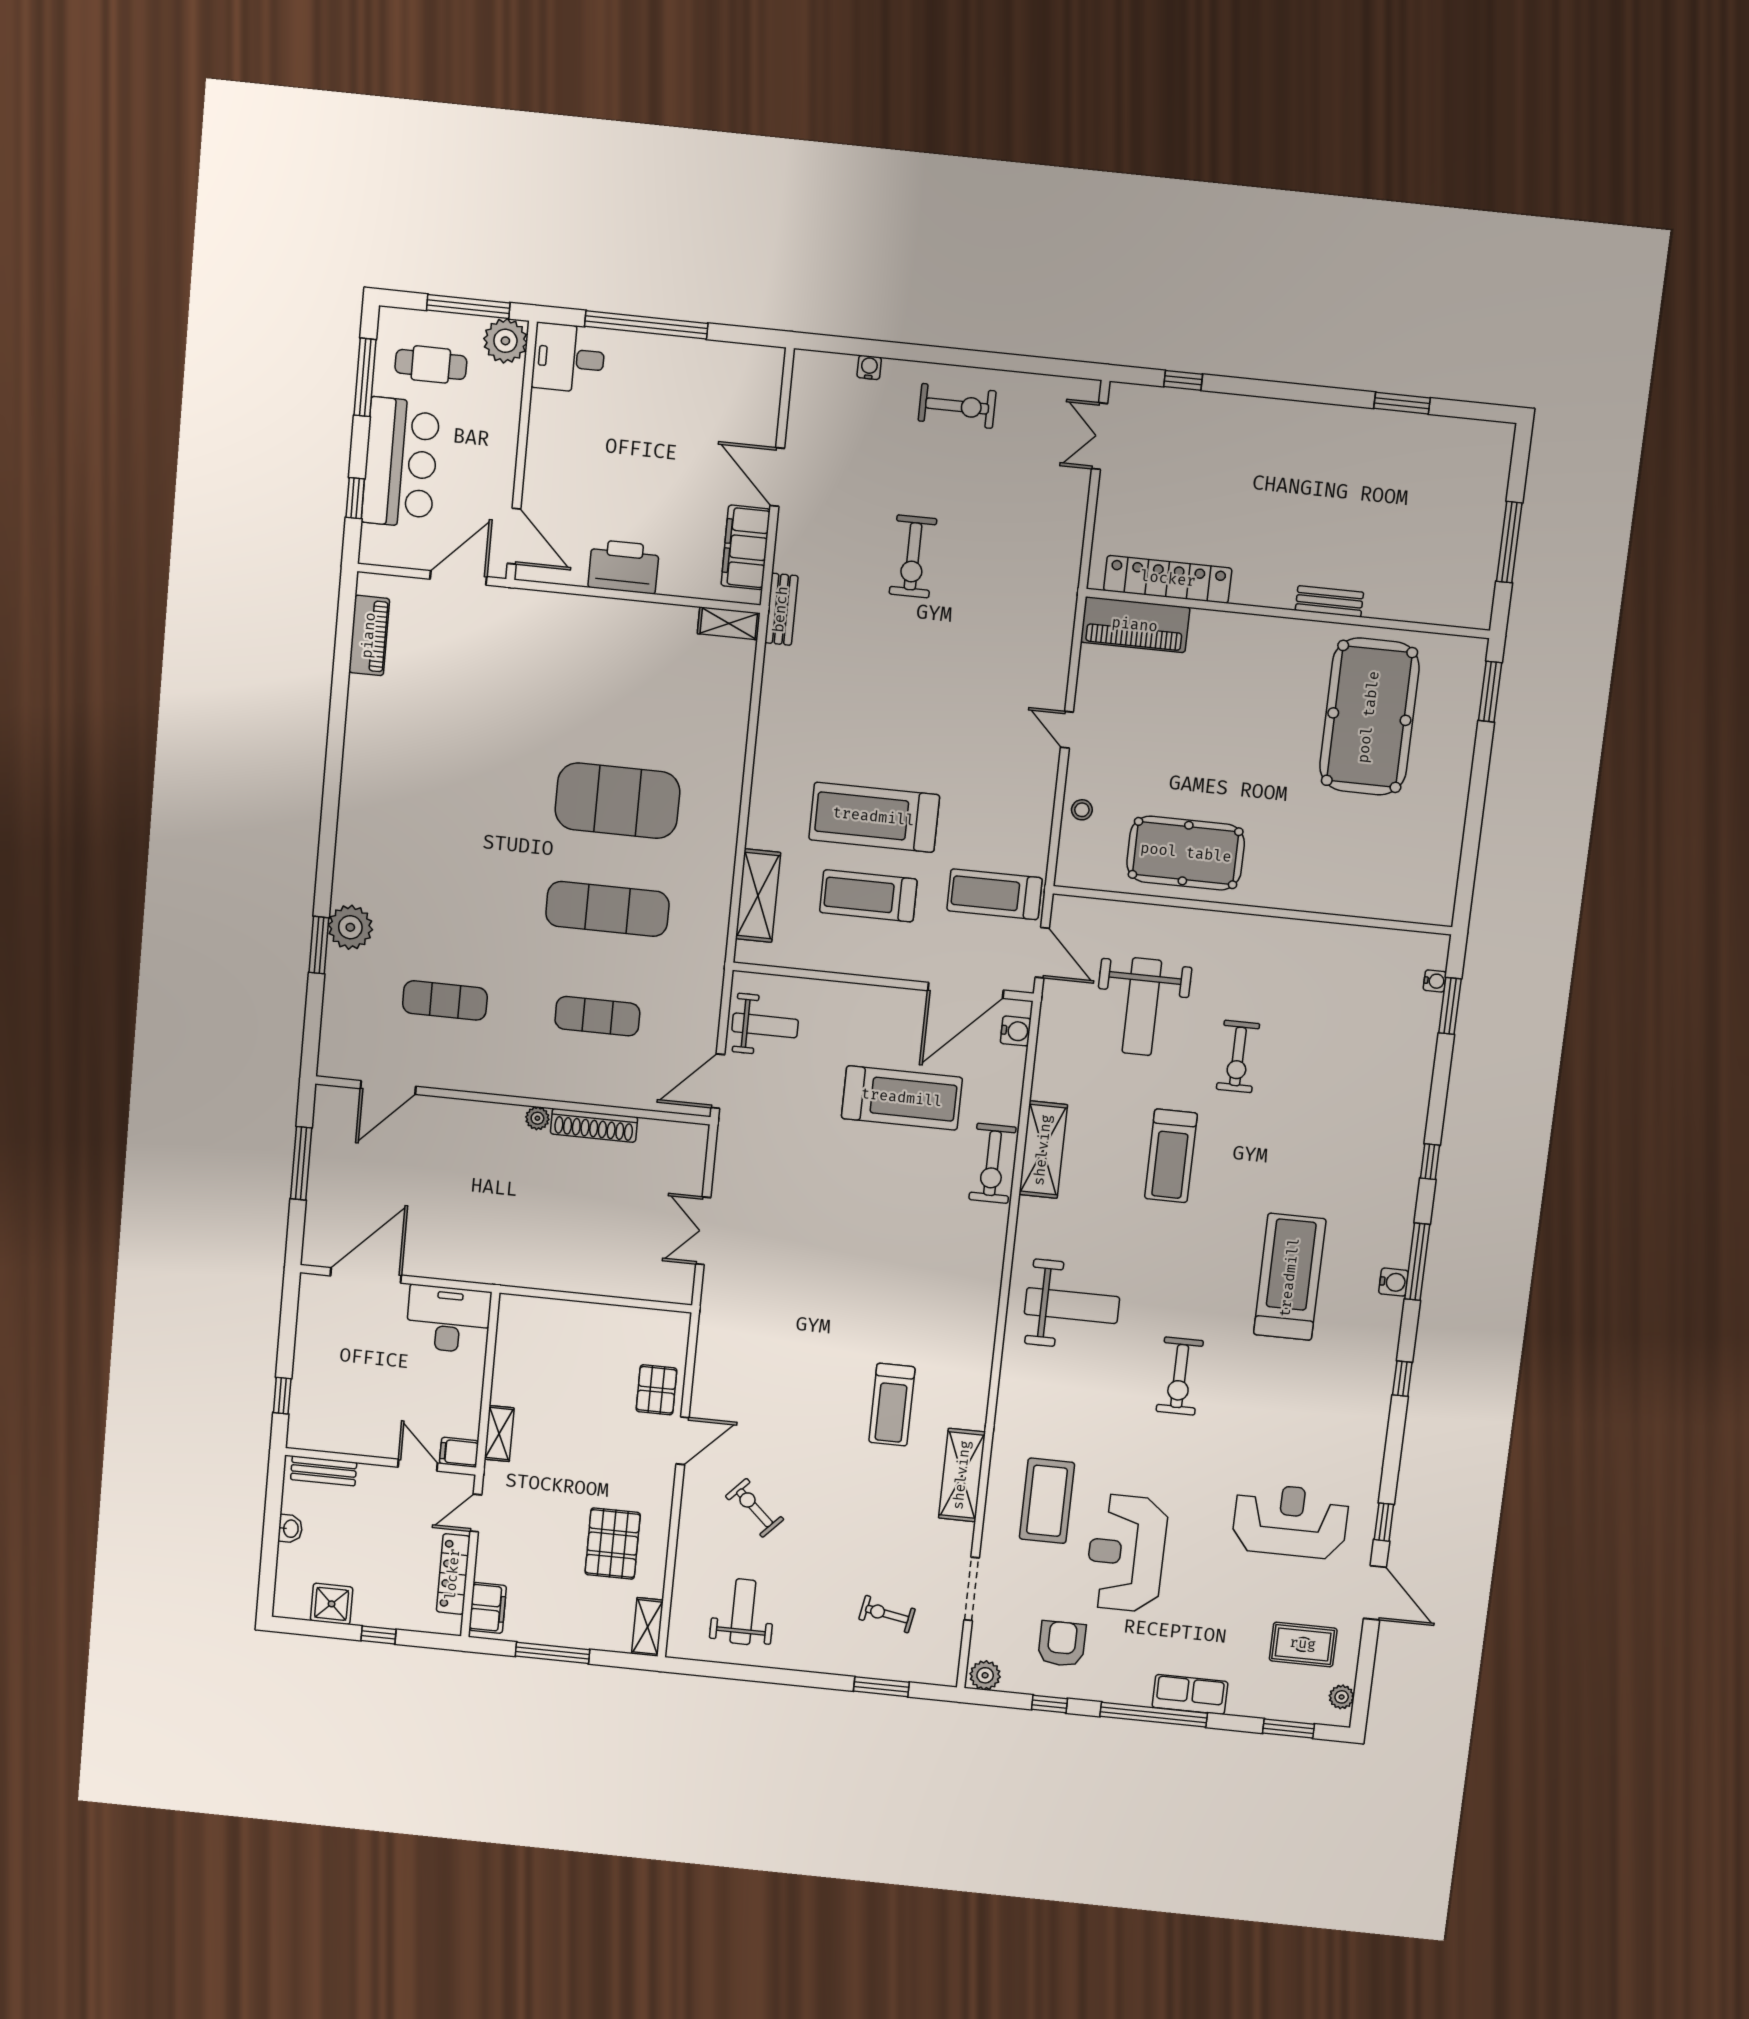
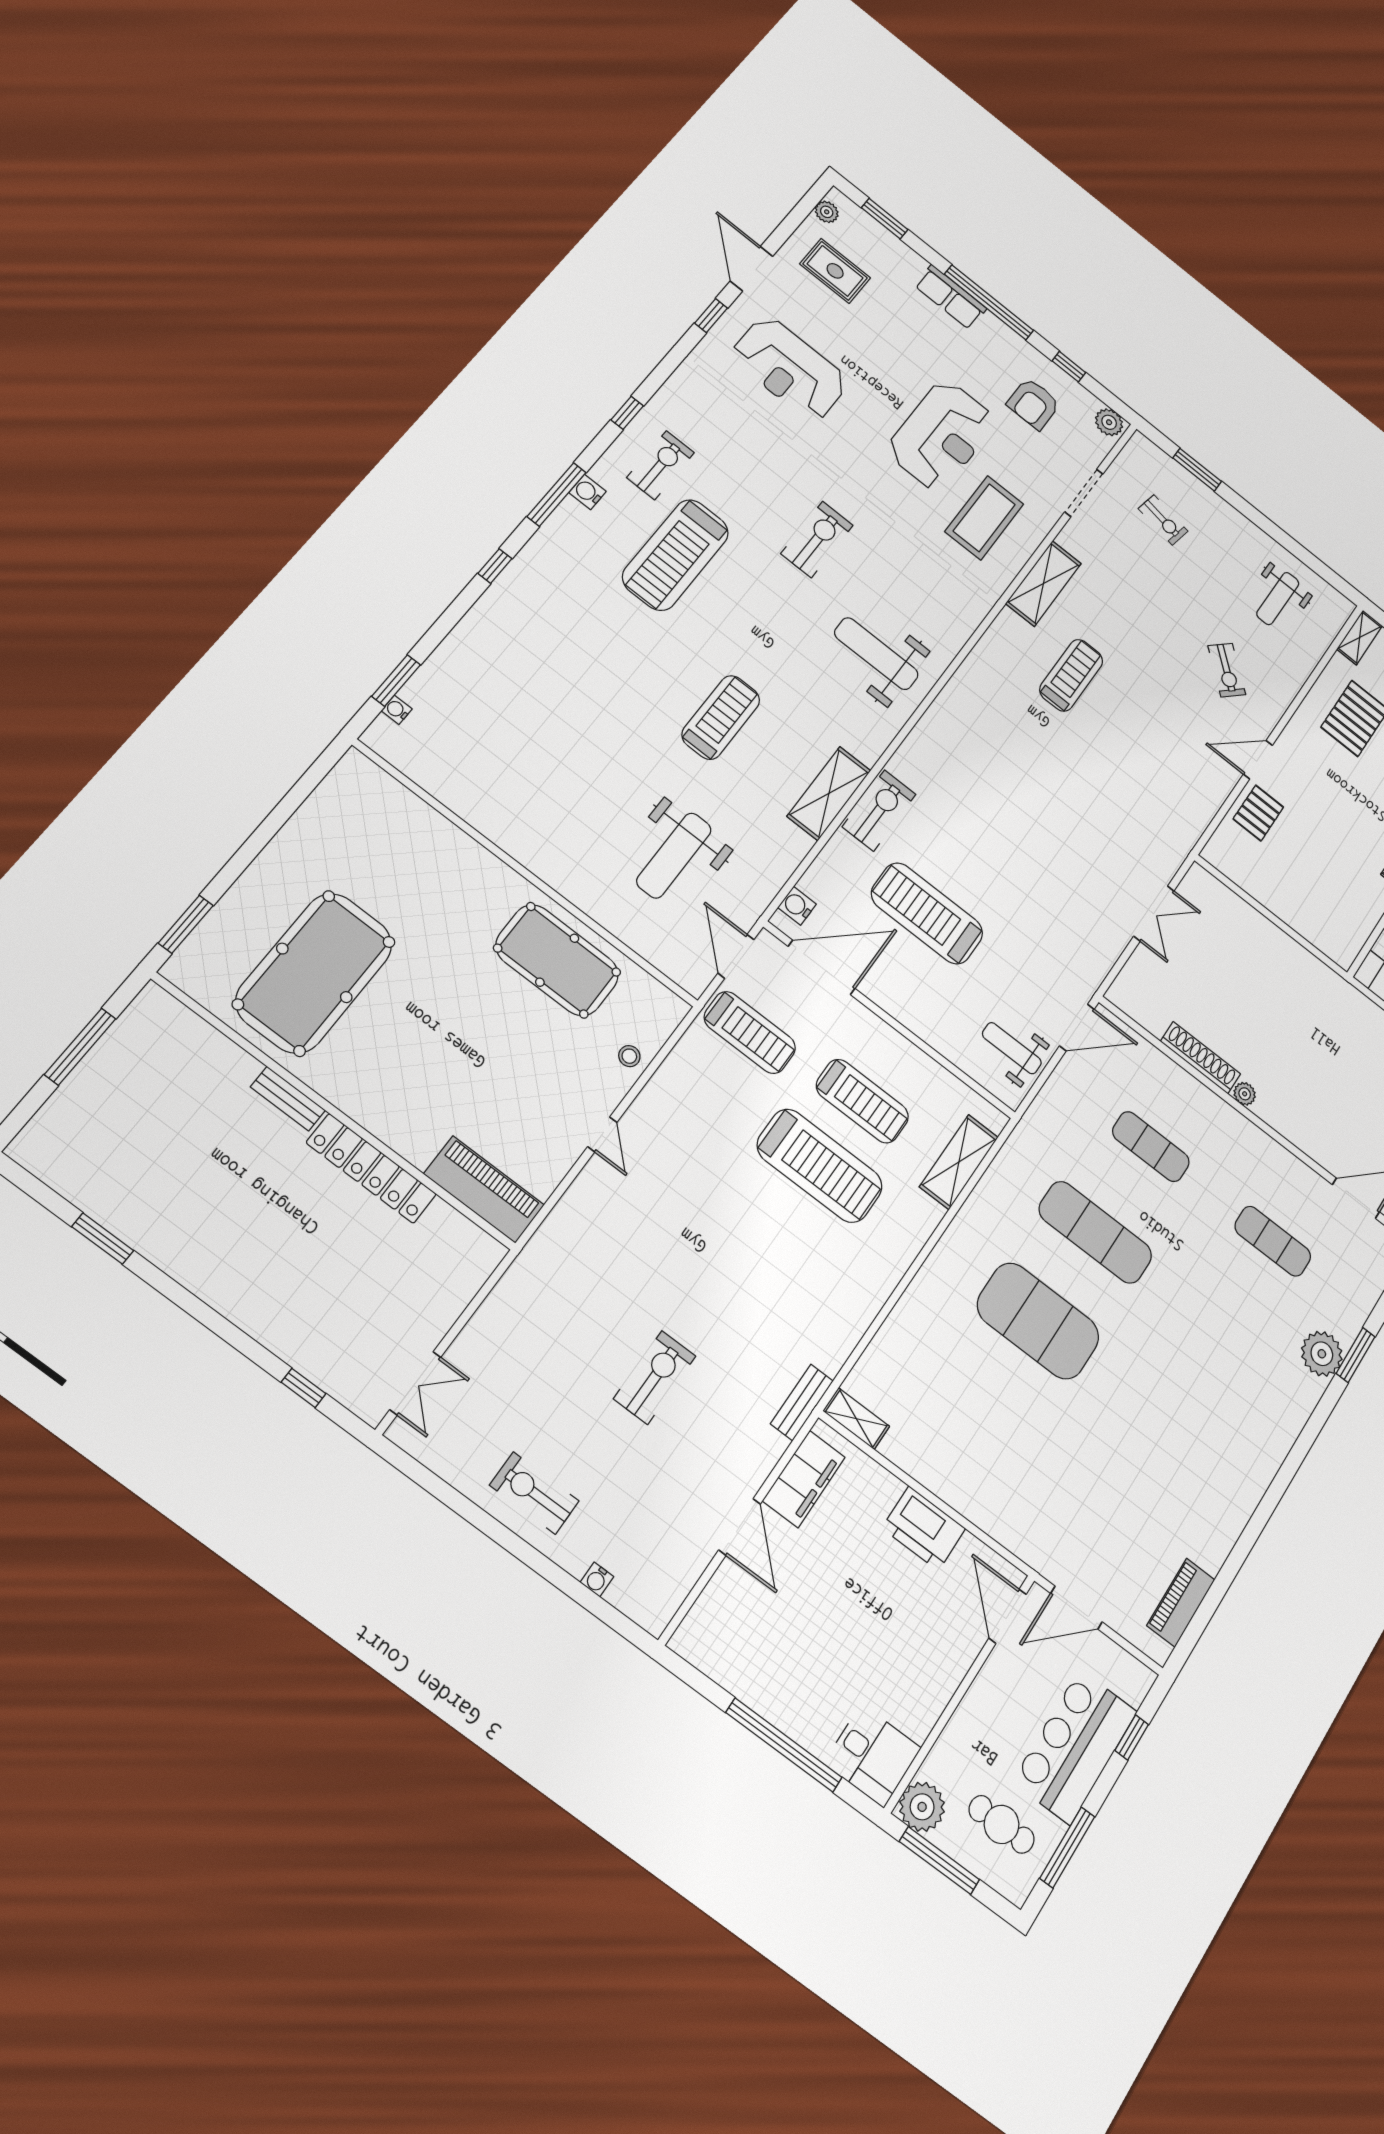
locker: (1168, 579) -> (371, 1168), moved
weight bench: (1142, 1007) -> (674, 855), turned 180
exercise bike: (1238, 1056) -> (661, 465), moved

